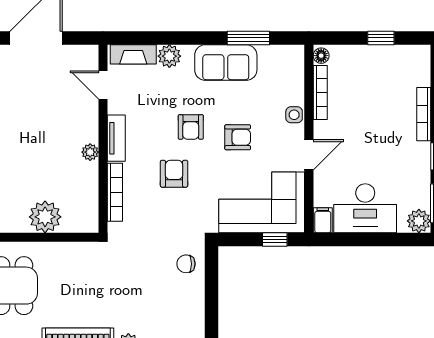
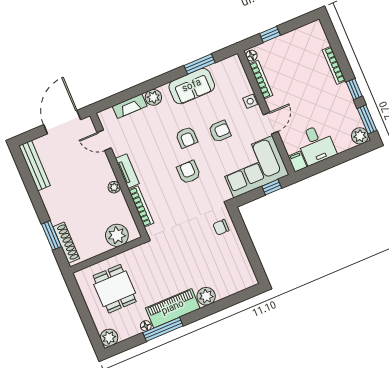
window: (381, 38) -> (270, 34), moved
door: (103, 85) -> (104, 140), moved
tv unit: (116, 138) -> (127, 171), moved
wall: (103, 139) -> (119, 175), moved
plant: (90, 152) -> (114, 187), moved
bookcase: (115, 192) -> (141, 206), moved
desk: (365, 208) -> (316, 145), width x0.73

